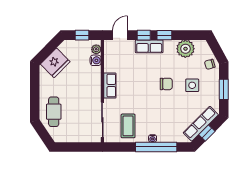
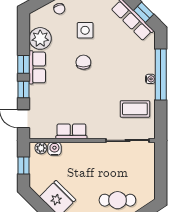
row of seats: (149, 46) -> (37, 67), moved
row of seats: (110, 86) -> (71, 131), moved

